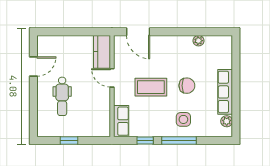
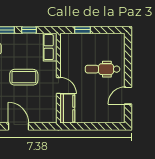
door: (138, 32) -> (19, 126), moved
dental chair: (62, 96) -> (103, 69), turned -90
window: (69, 141) -> (82, 30), moved

